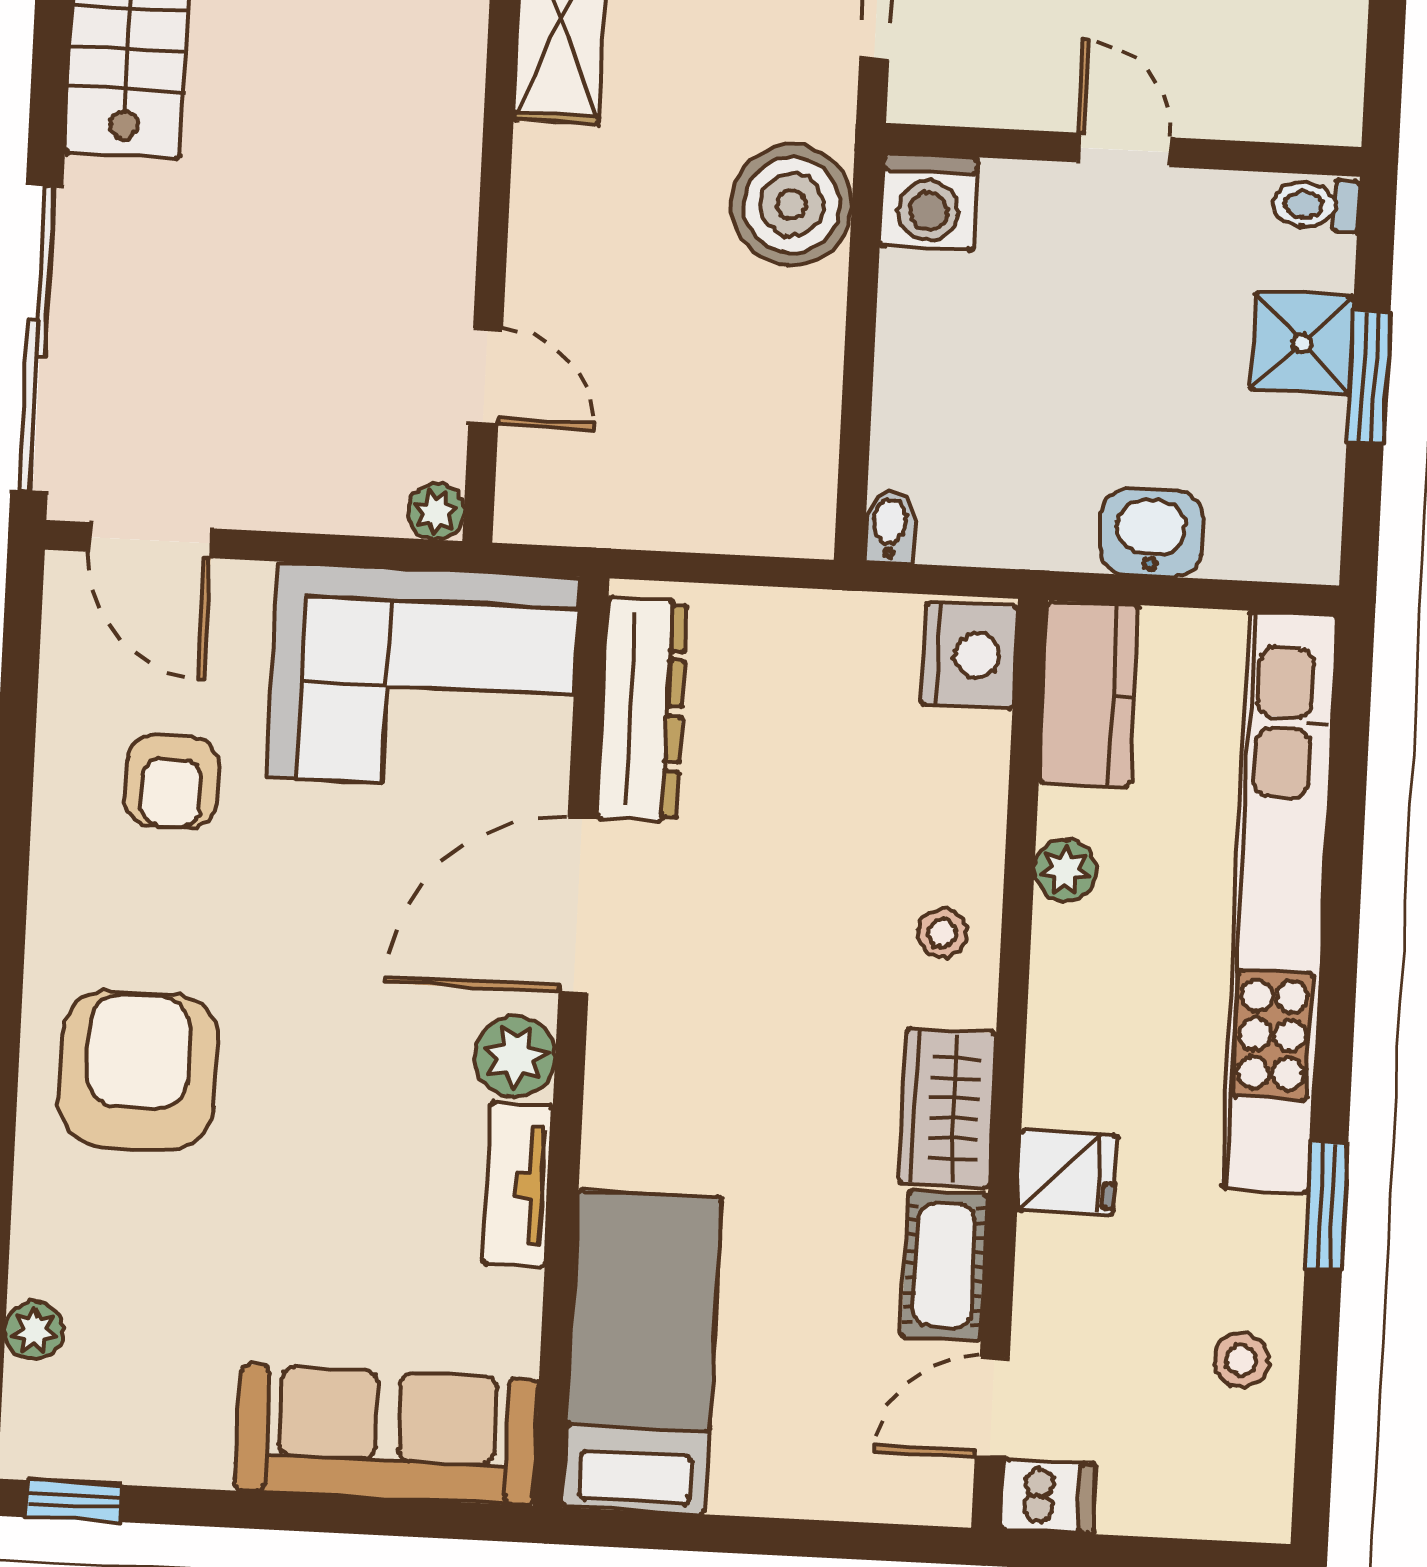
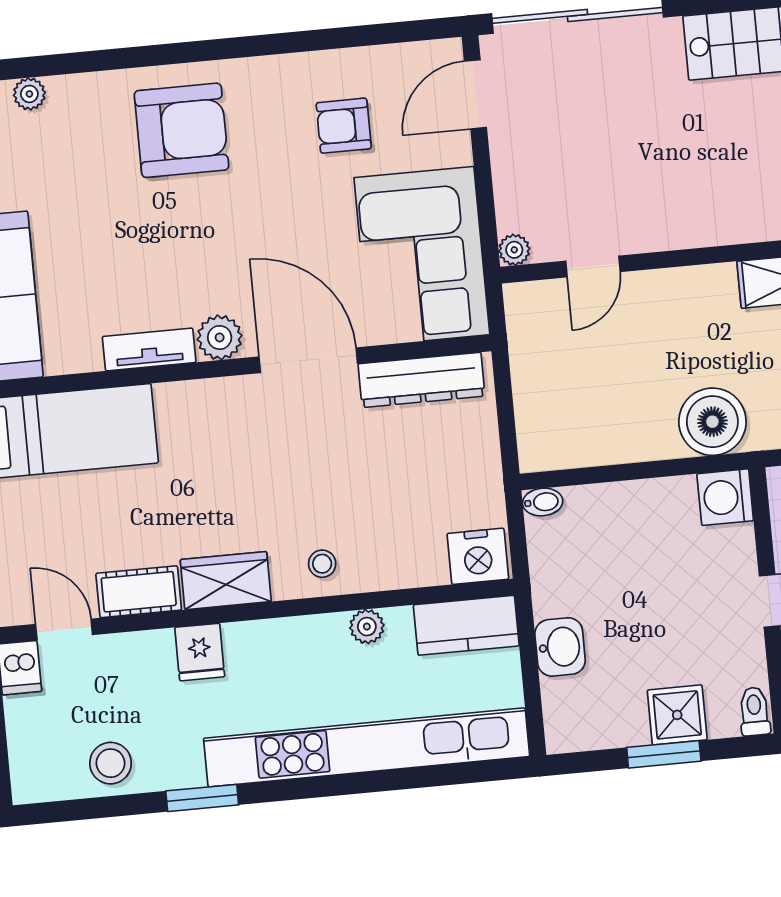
stool: (1241, 1360) -> (111, 763), width x1.37, depth x1.37

